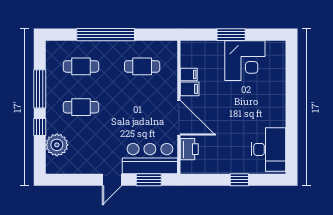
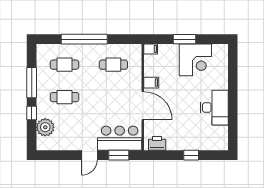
filing cabinet: (189, 74) -> (151, 49), moved
printer: (189, 149) -> (157, 143), moved, turned -90
desk: (268, 149) -> (214, 108), moved

